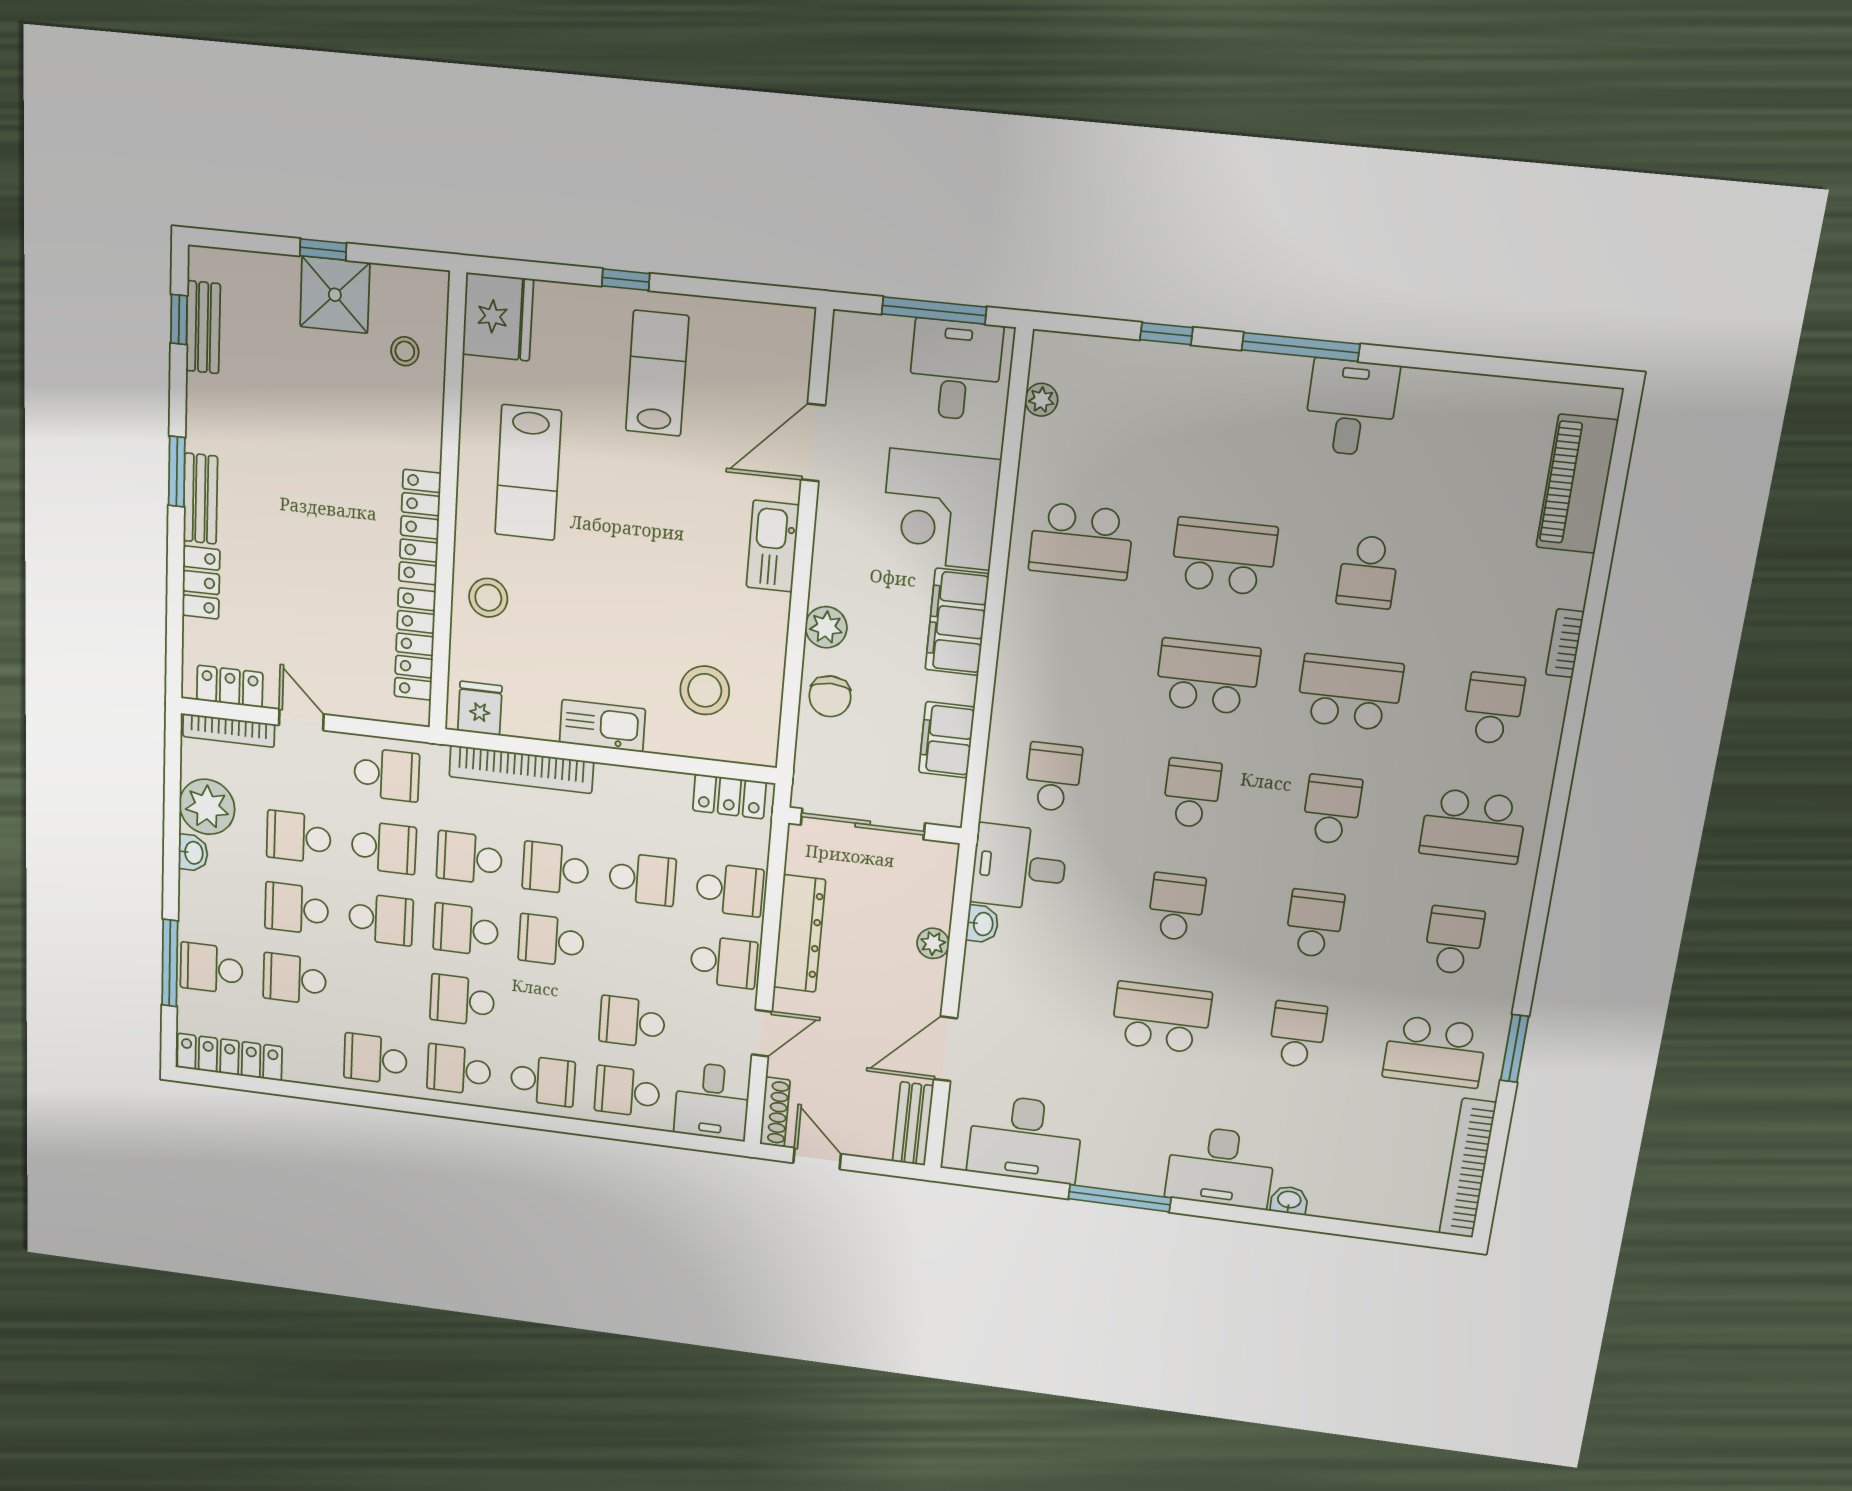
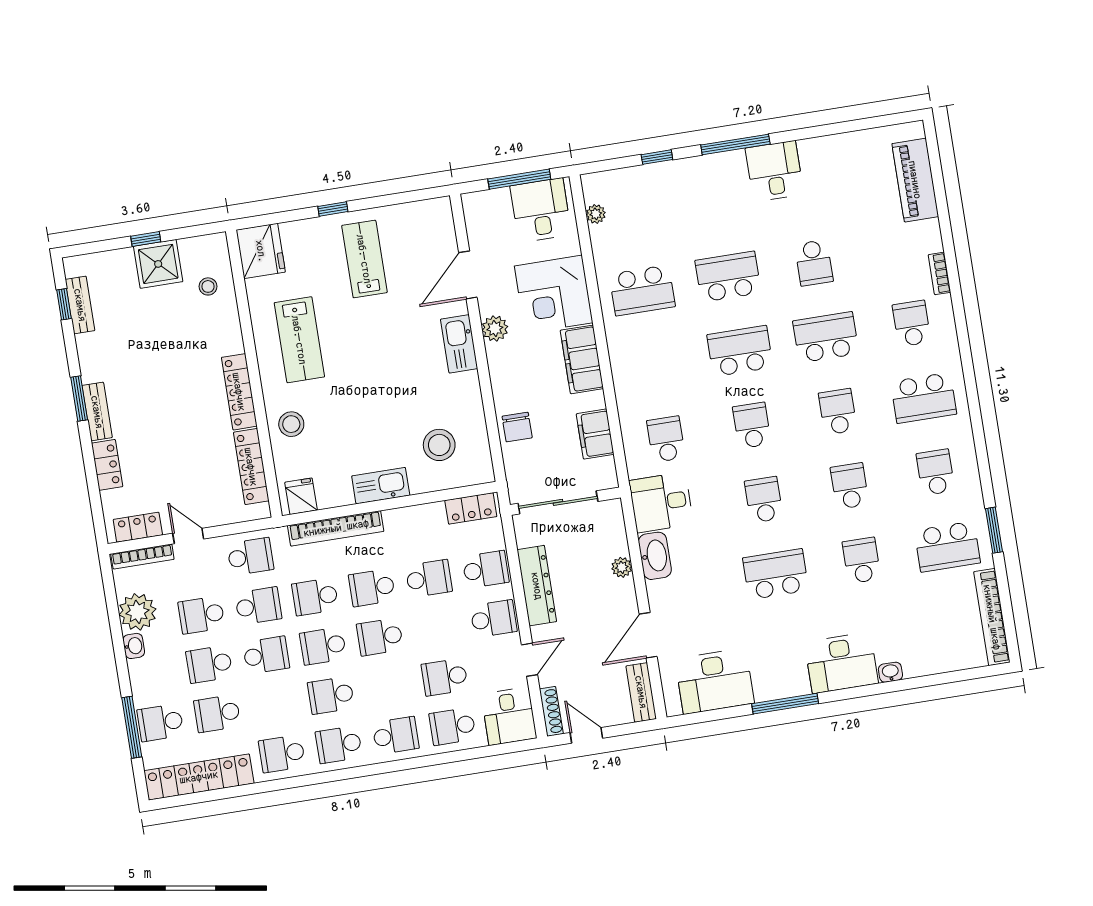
plant: (826, 627) -> (495, 328), moved
washbasin: (982, 924) -> (655, 556), width x1.91, depth x1.45
locker: (230, 1057) -> (199, 777), width x1.41, depth x1.21

